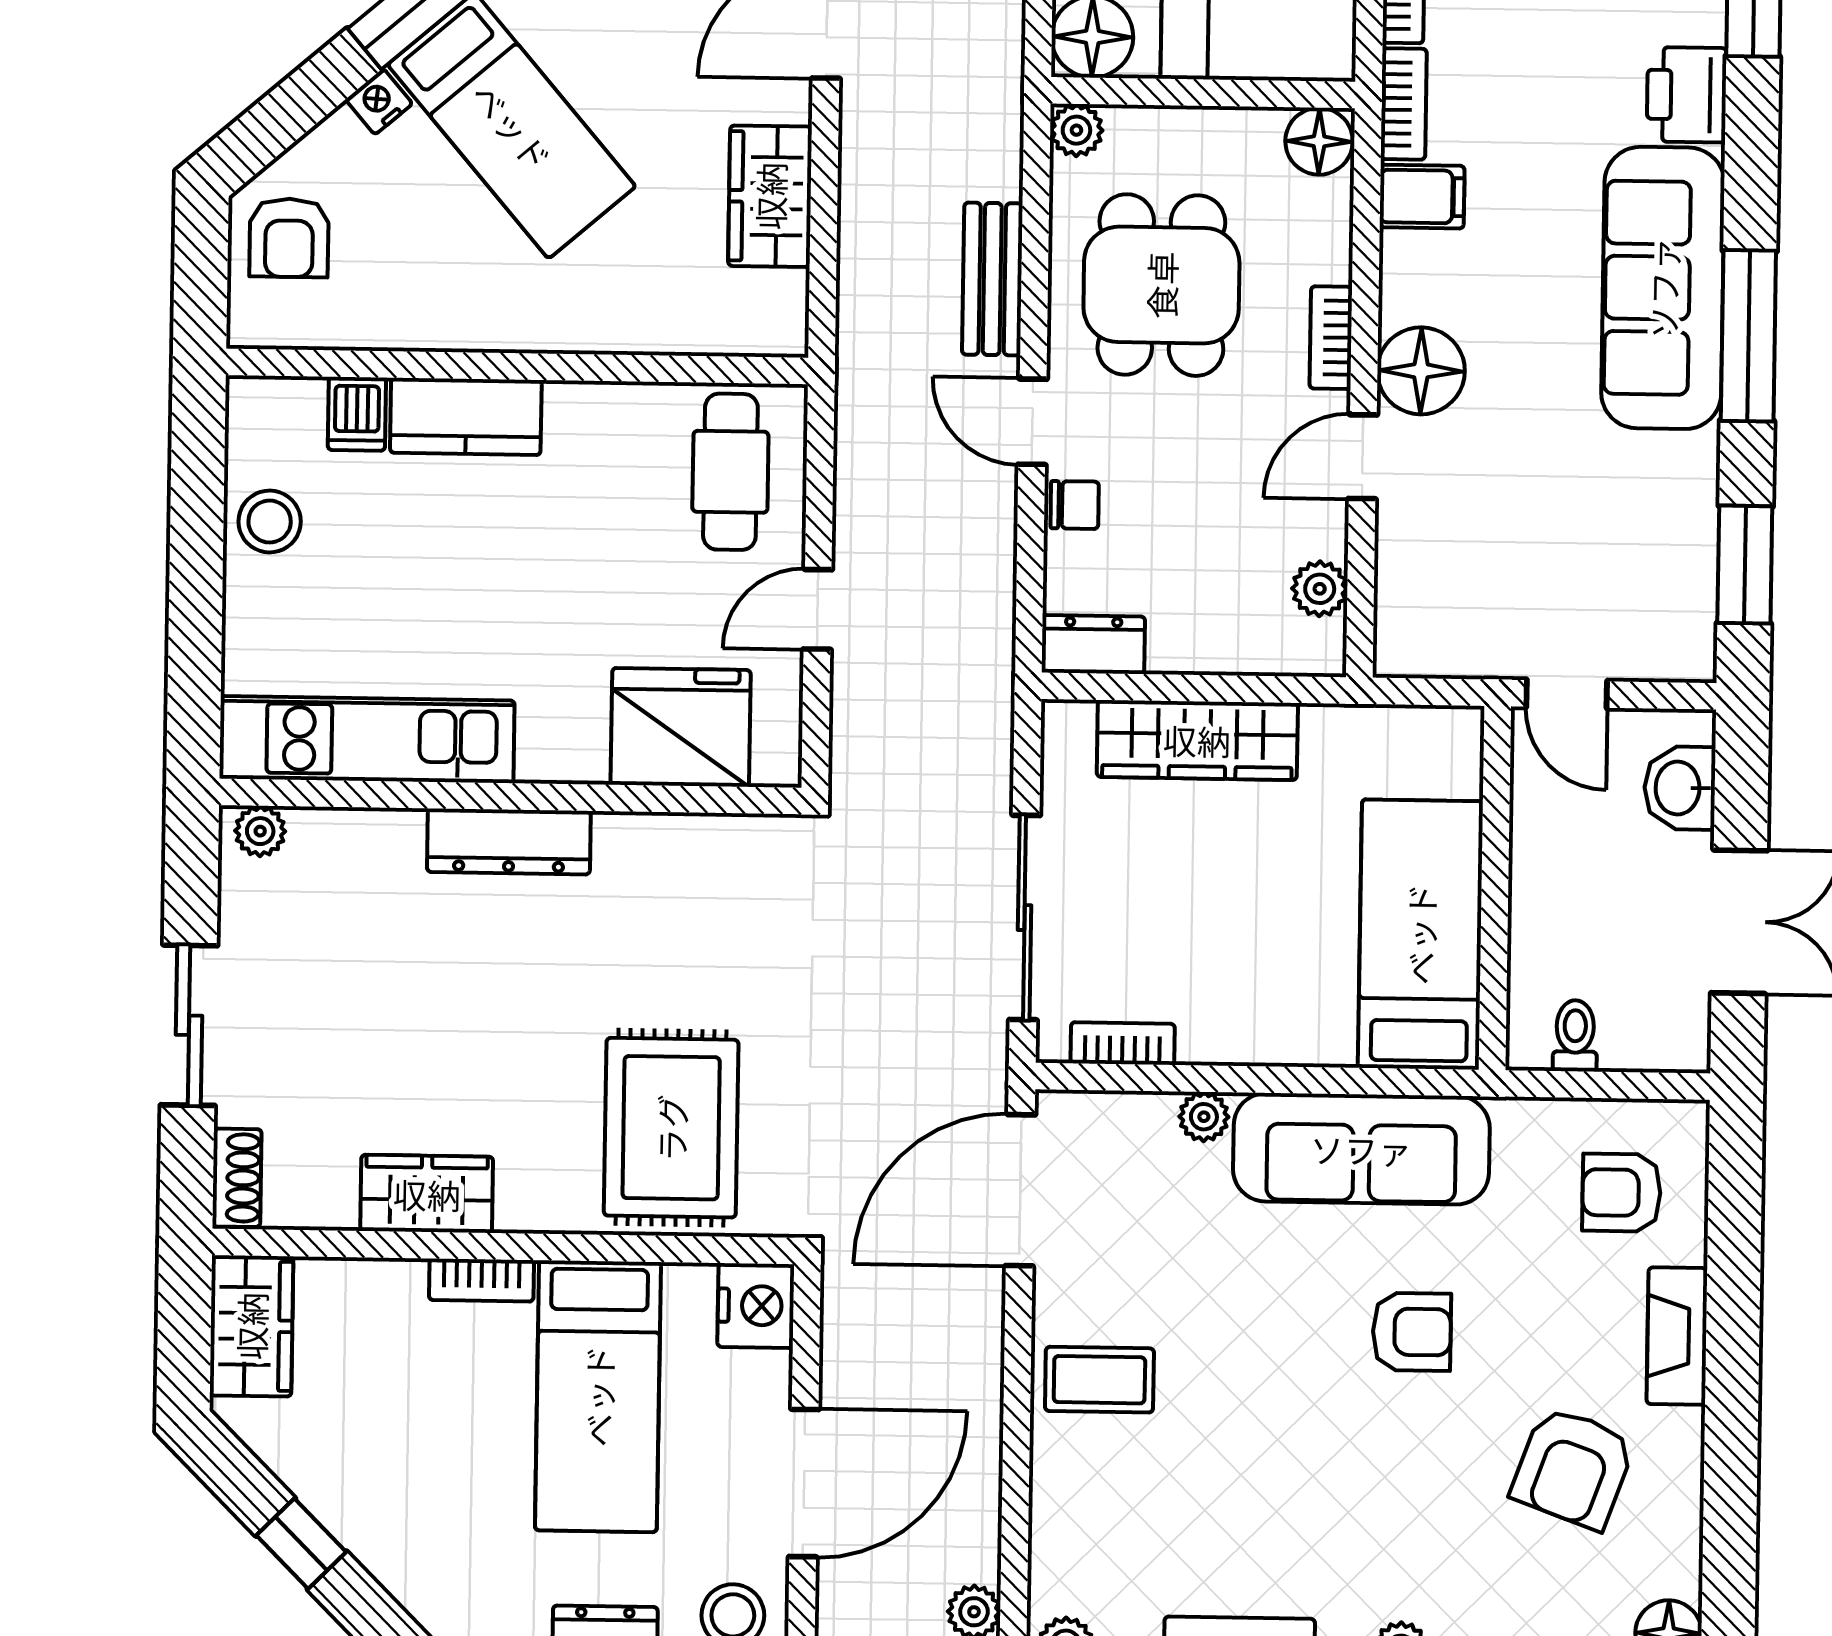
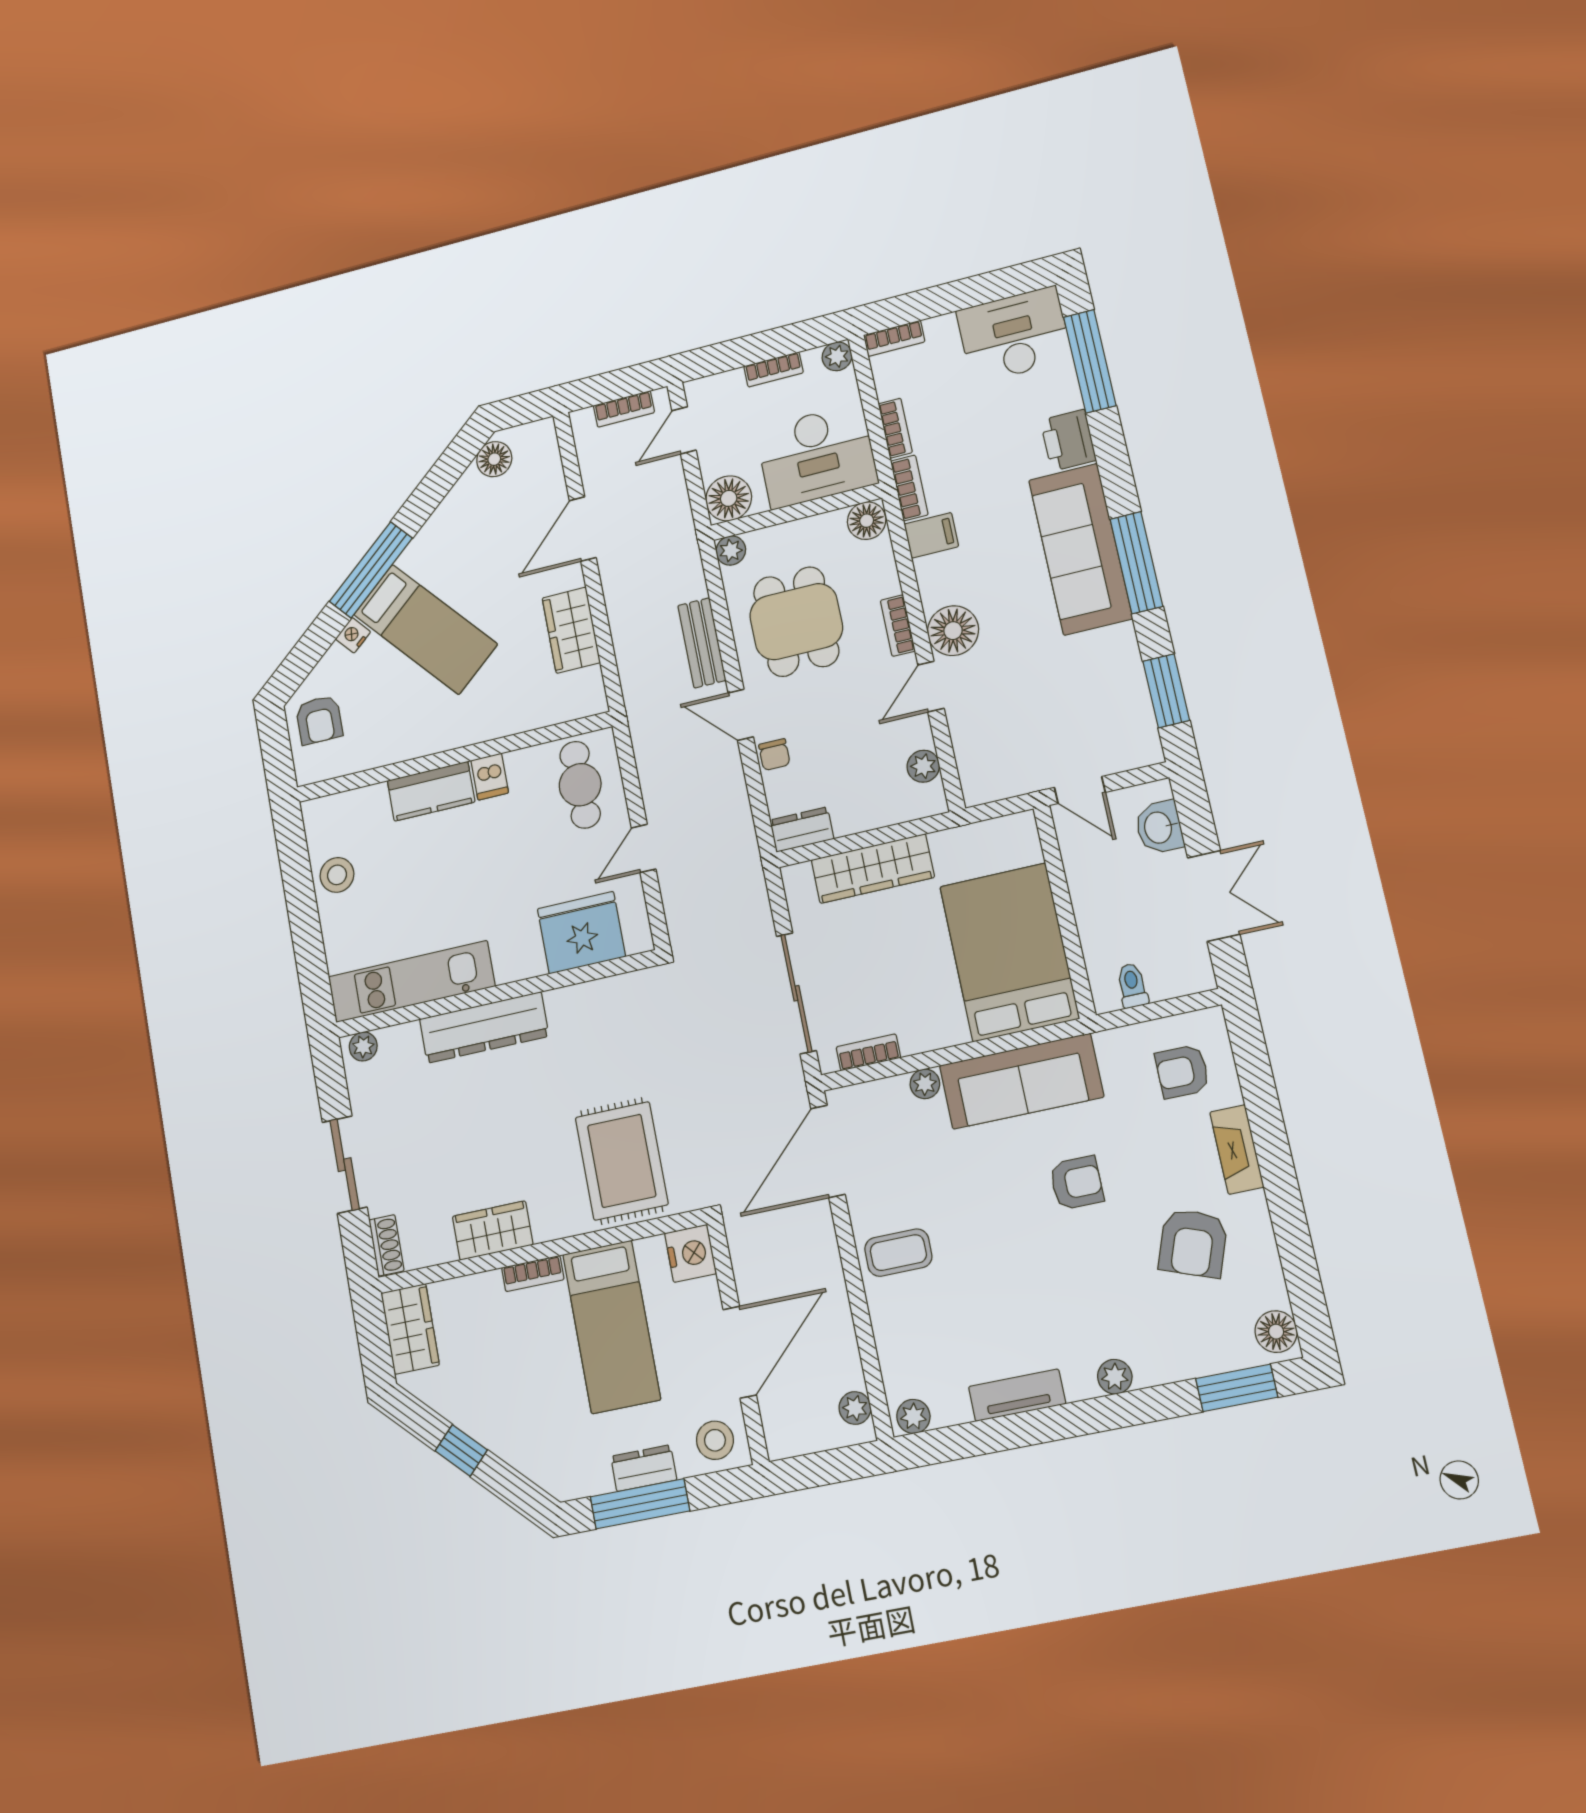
dishwasher: (357, 414) -> (490, 777), moved
chair: (1075, 505) -> (774, 755), turned 90
dresser: (509, 842) -> (484, 1028), width x1.37, depth x1.24
bed: (1420, 934) -> (1009, 952), width x1.50

